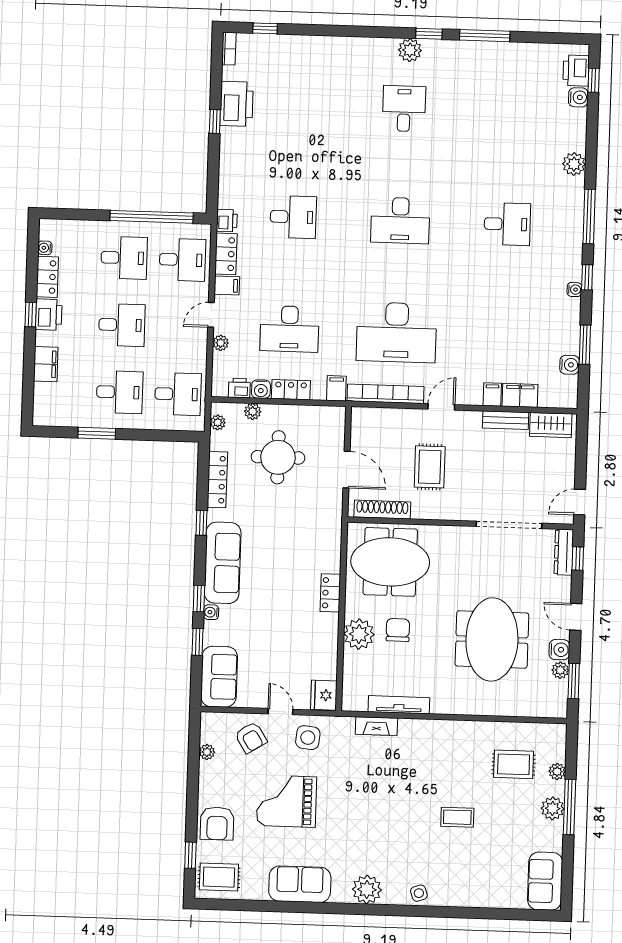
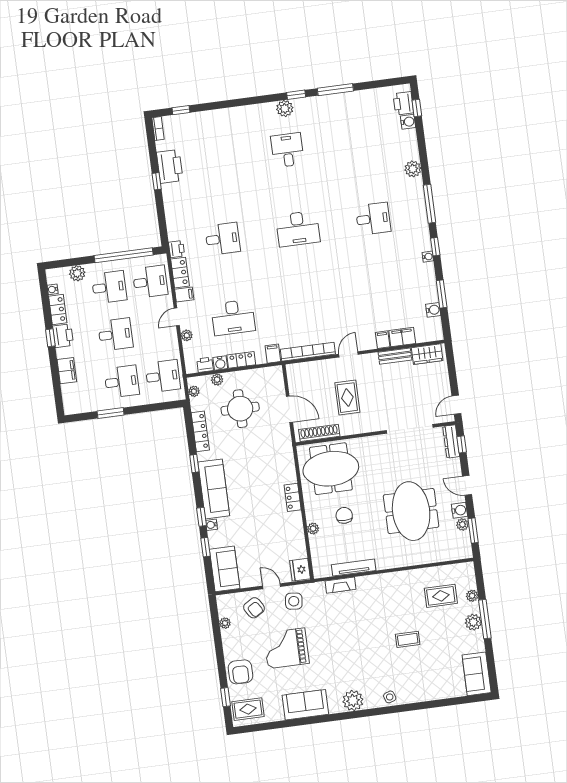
plant: (83, 231) -> (77, 273), added
desk: (397, 332) -> (308, 307), removed
plant: (359, 634) -> (313, 529), width x0.53, depth x0.53

